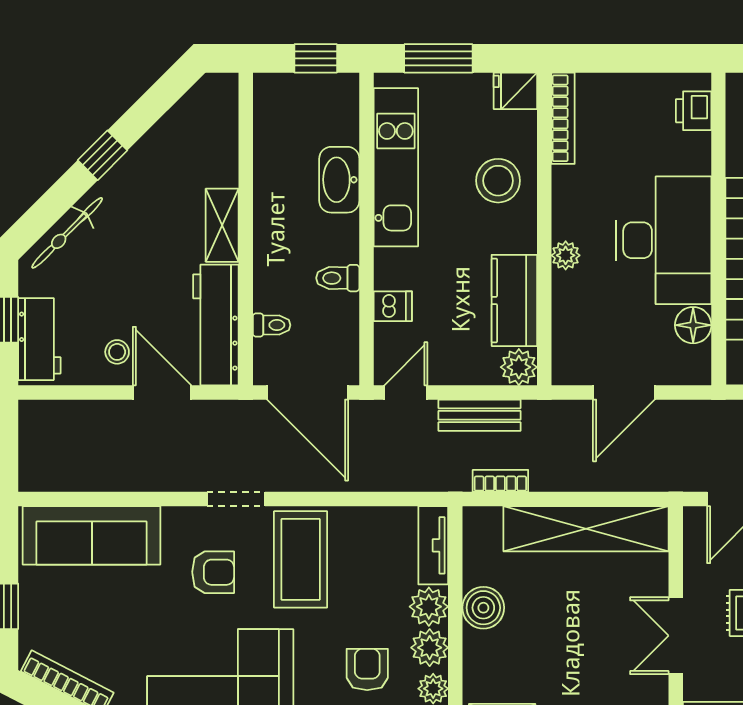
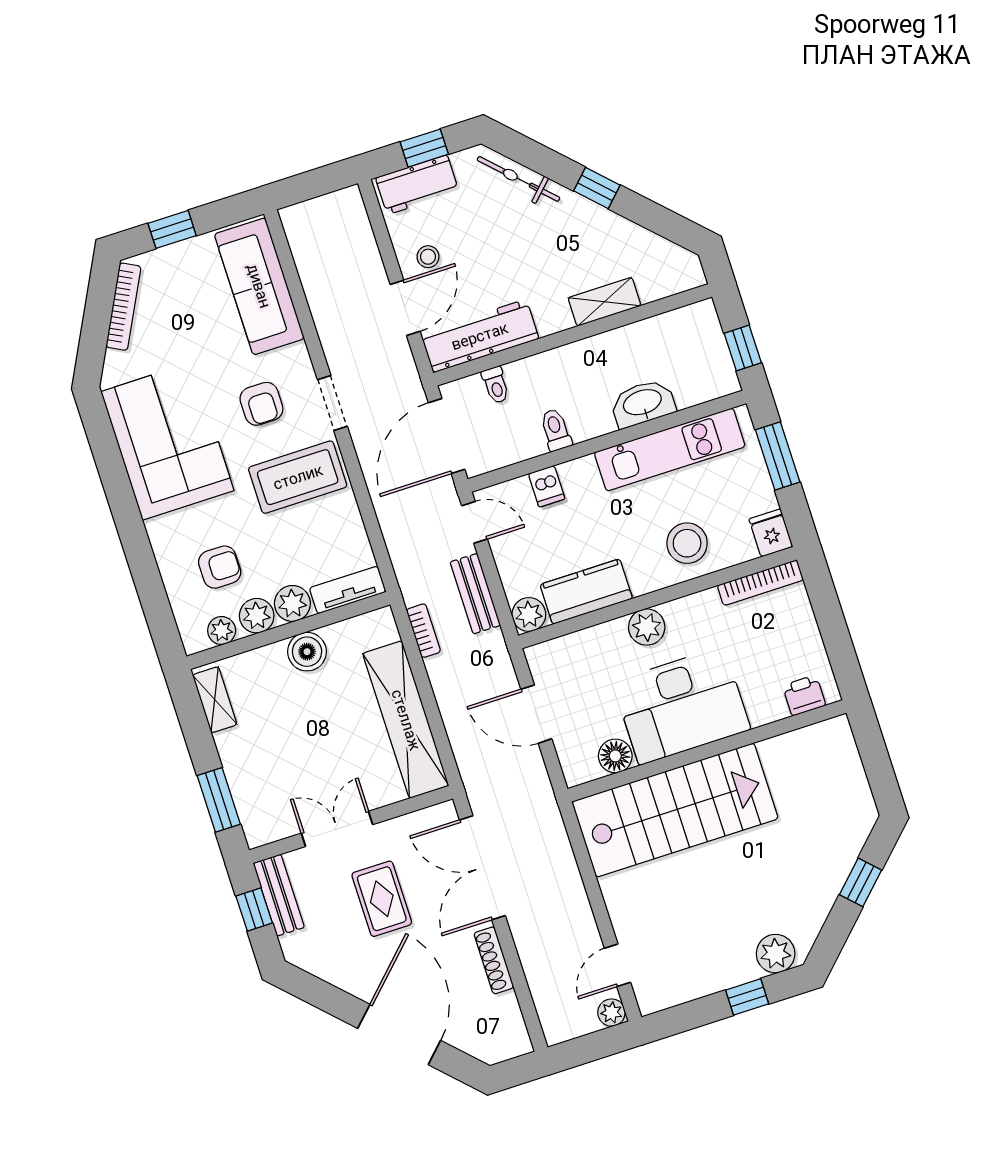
shelving: (222, 225) -> (605, 302), moved
plant: (566, 255) -> (647, 627), width x1.38, depth x1.38

